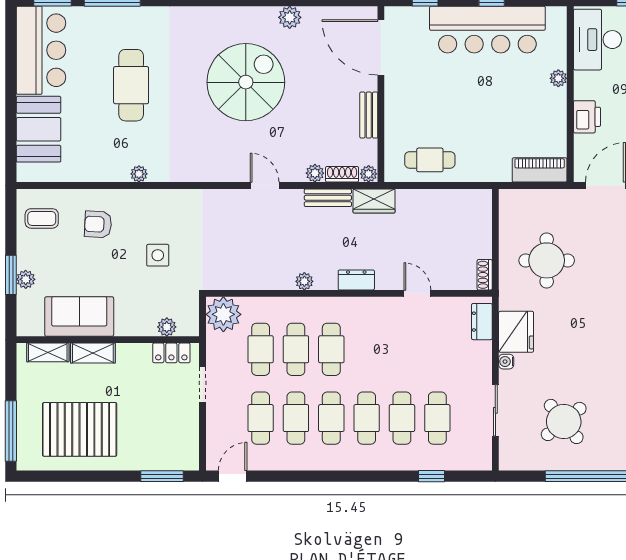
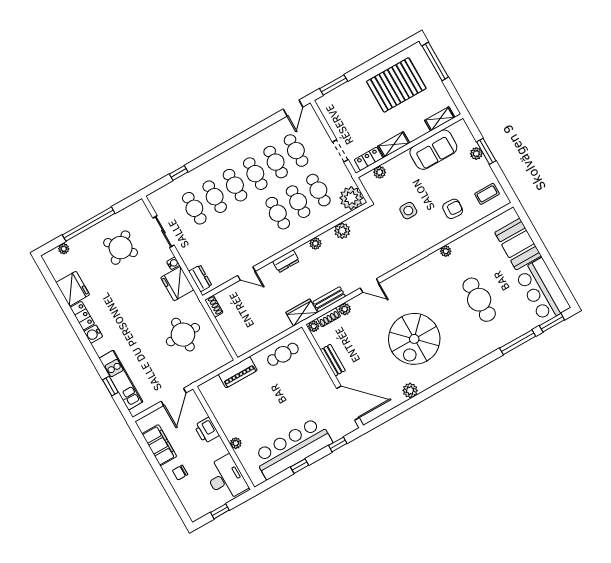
piano: (540, 170) -> (238, 372), moved
plant: (260, 278) -> (342, 231), added
shelving: (93, 353) -> (394, 145), moved

